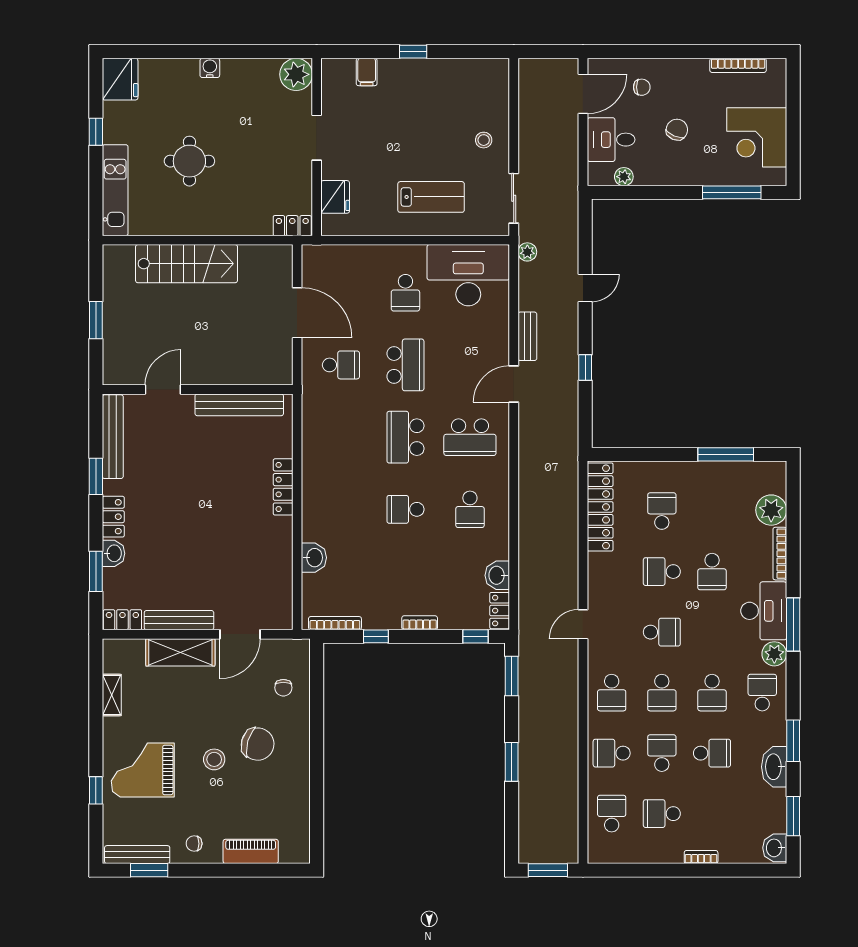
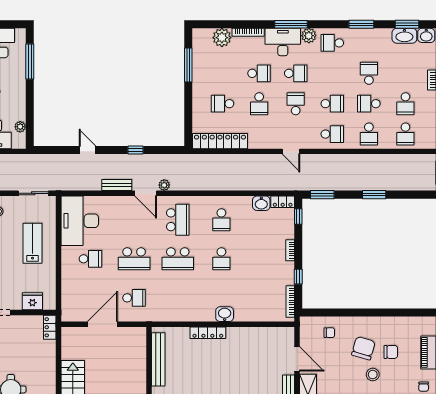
plant: (527, 252) -> (164, 185), moved
school desk: (341, 365) -> (134, 298), turned 90
school desk: (405, 365) -> (134, 259), turned 180
school desk: (470, 509) -> (221, 220), turned 90
washbasin: (314, 558) -> (225, 314), moved
school desk: (712, 693) -> (296, 73), moved
washbasin: (774, 767) -> (404, 36), moved
chair: (251, 789) -> (391, 352), added
school desk: (612, 814) -> (405, 134), turned -90

